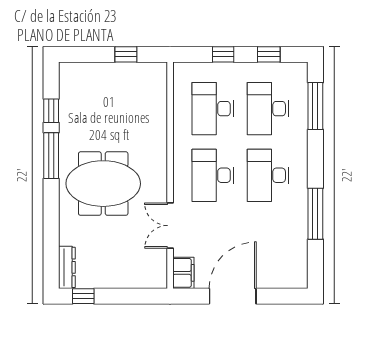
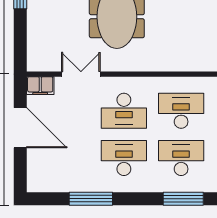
desk: (213, 175) -> (124, 111), turned 180

